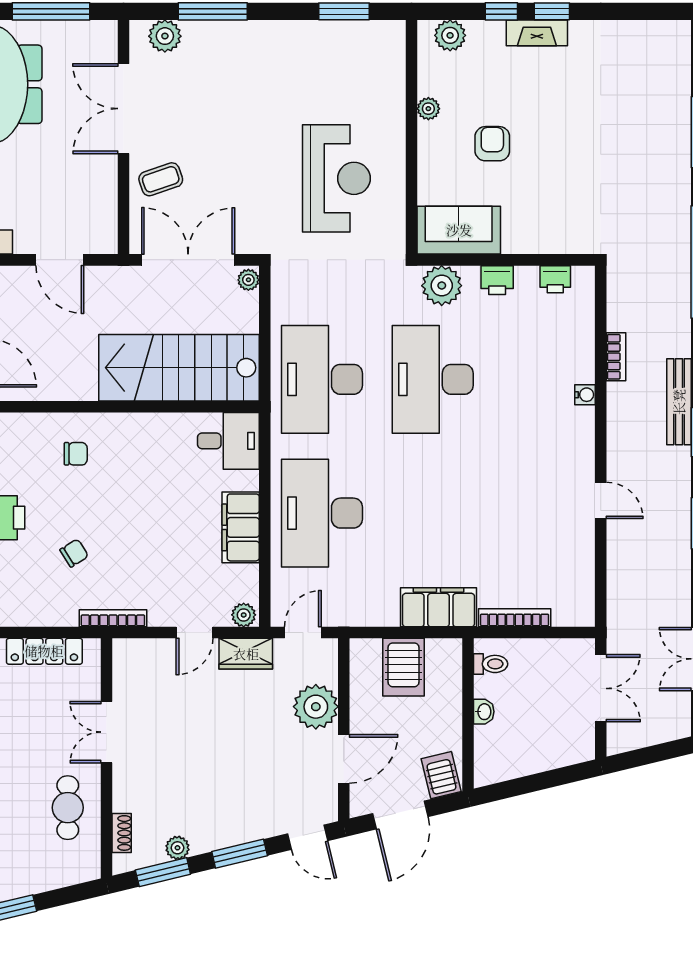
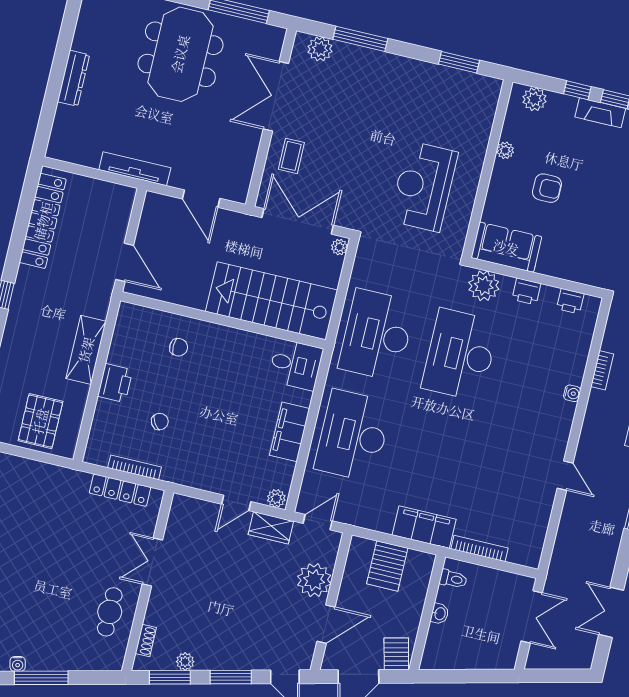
armchair: (492, 144) -> (547, 188), turned 90
reception desk: (336, 178) -> (424, 186), turned 180
coffee table: (161, 179) -> (291, 156), turned -71
bookcase: (113, 618) -> (135, 467), moved

